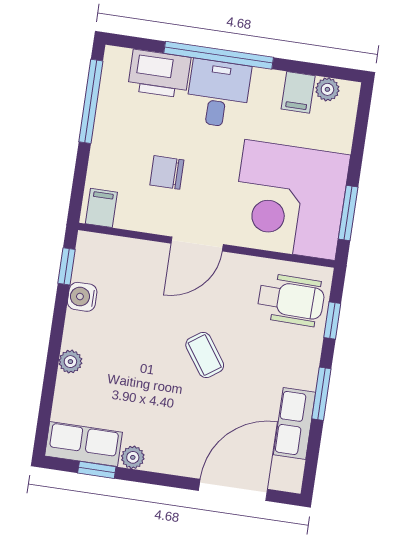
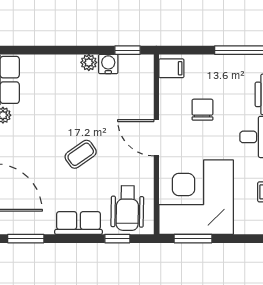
plant: (70, 362) -> (89, 62), moved
window: (321, 394) -> (26, 239), moved
row of seats: (294, 424) -> (79, 223), moved

